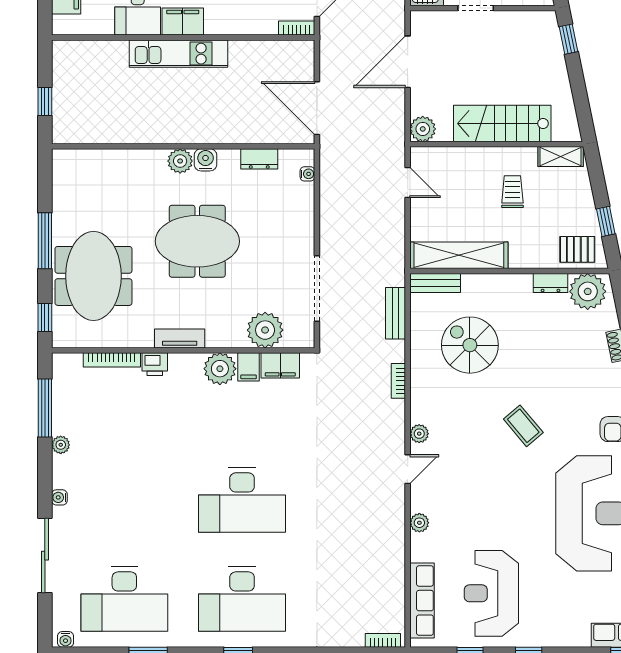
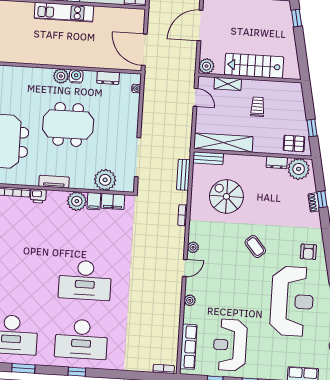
shelving: (561, 156) -> (228, 84), moved

